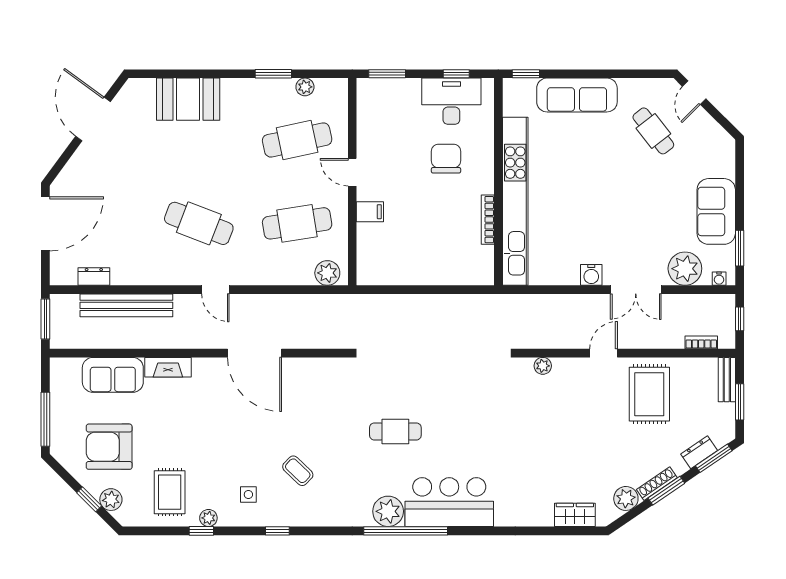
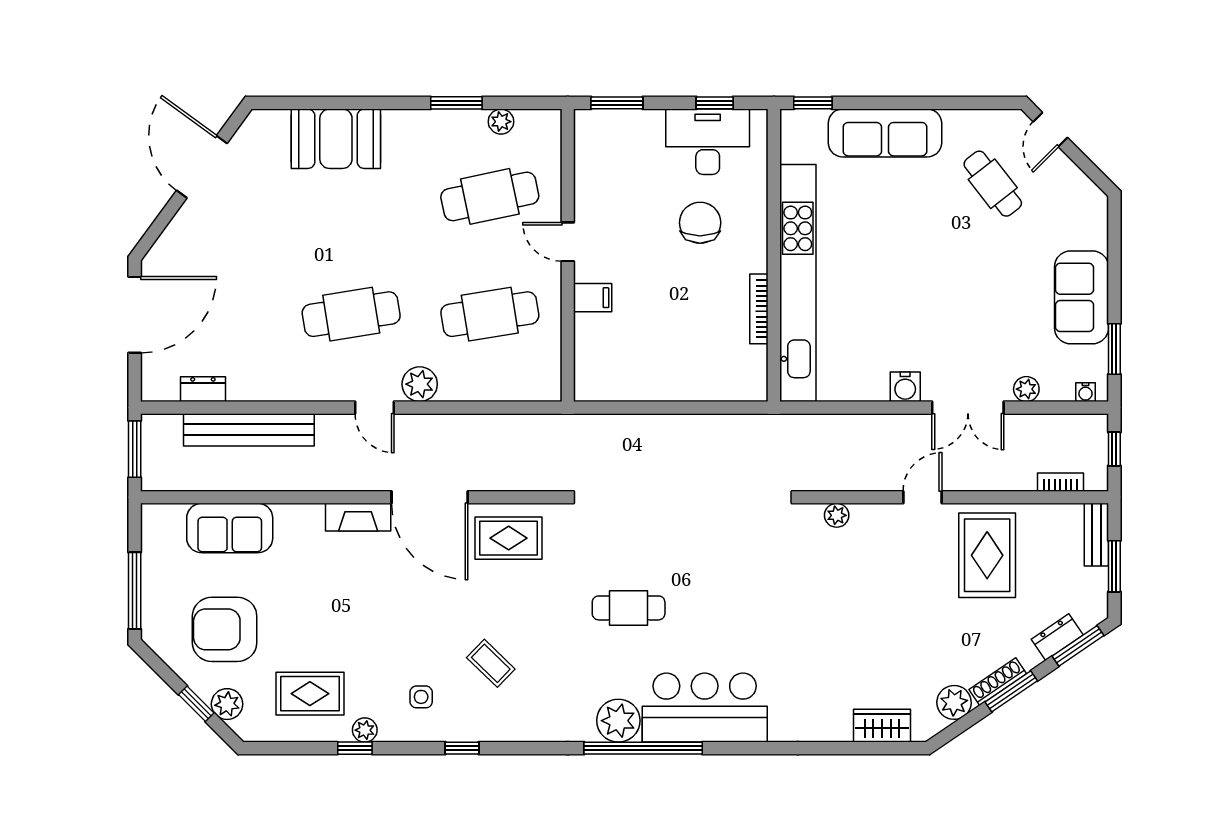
cafe table: (199, 223) -> (351, 314), turned -30
plant: (685, 269) -> (1026, 389), width x0.53, depth x0.53
plant: (327, 273) -> (420, 384), moved
fireplace: (168, 367) -> (358, 517), moved
rug: (310, 382) -> (509, 538), added
rug: (170, 492) -> (310, 694), turned 90

